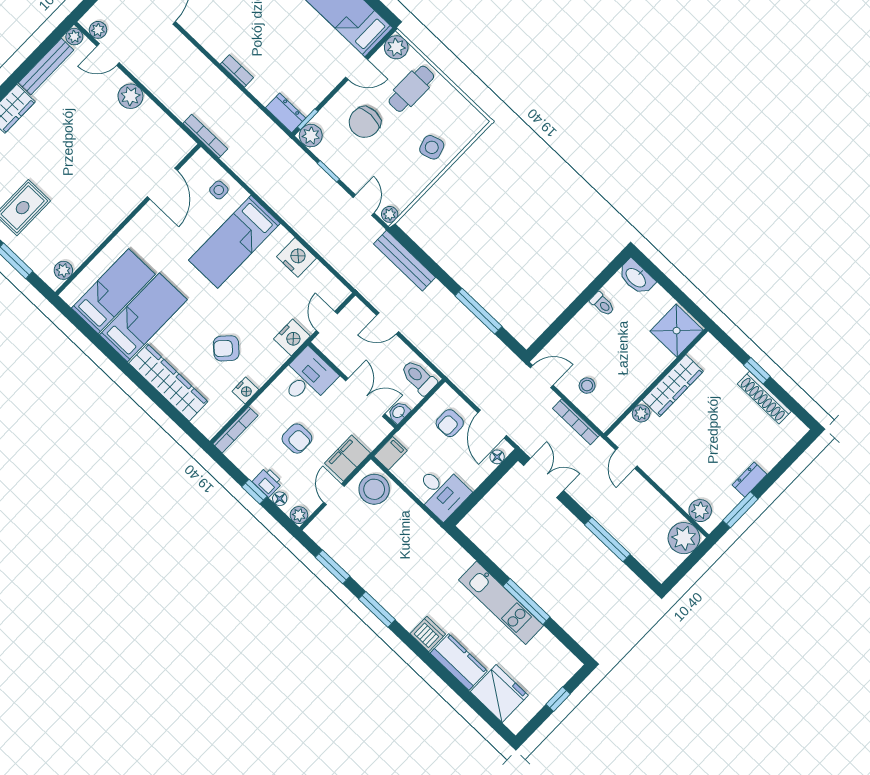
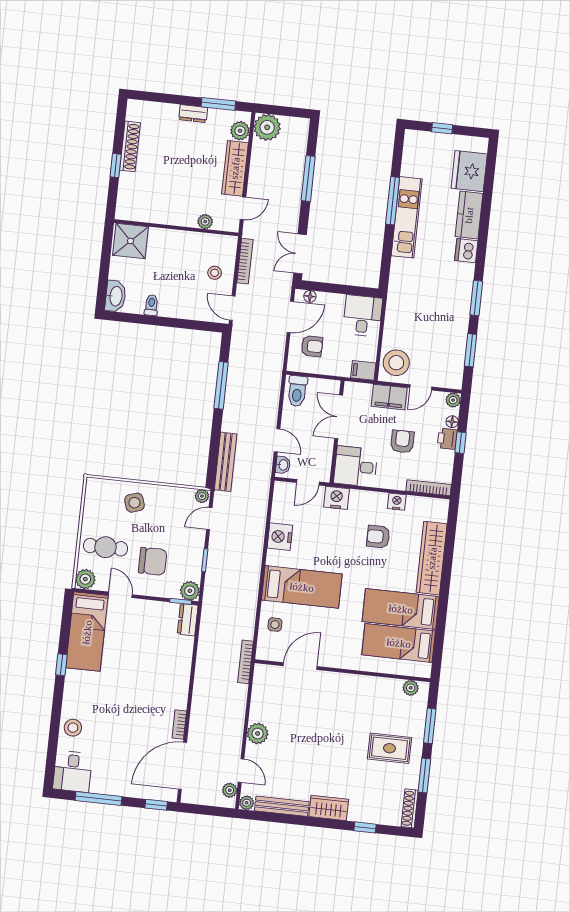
bookcase: (237, 71) -> (179, 725), moved
armchair: (226, 348) -> (378, 537), turned 137
wardrobe: (673, 386) -> (235, 168), moved, turned -90
washbasin: (399, 412) -> (283, 465), moved, turned -90

